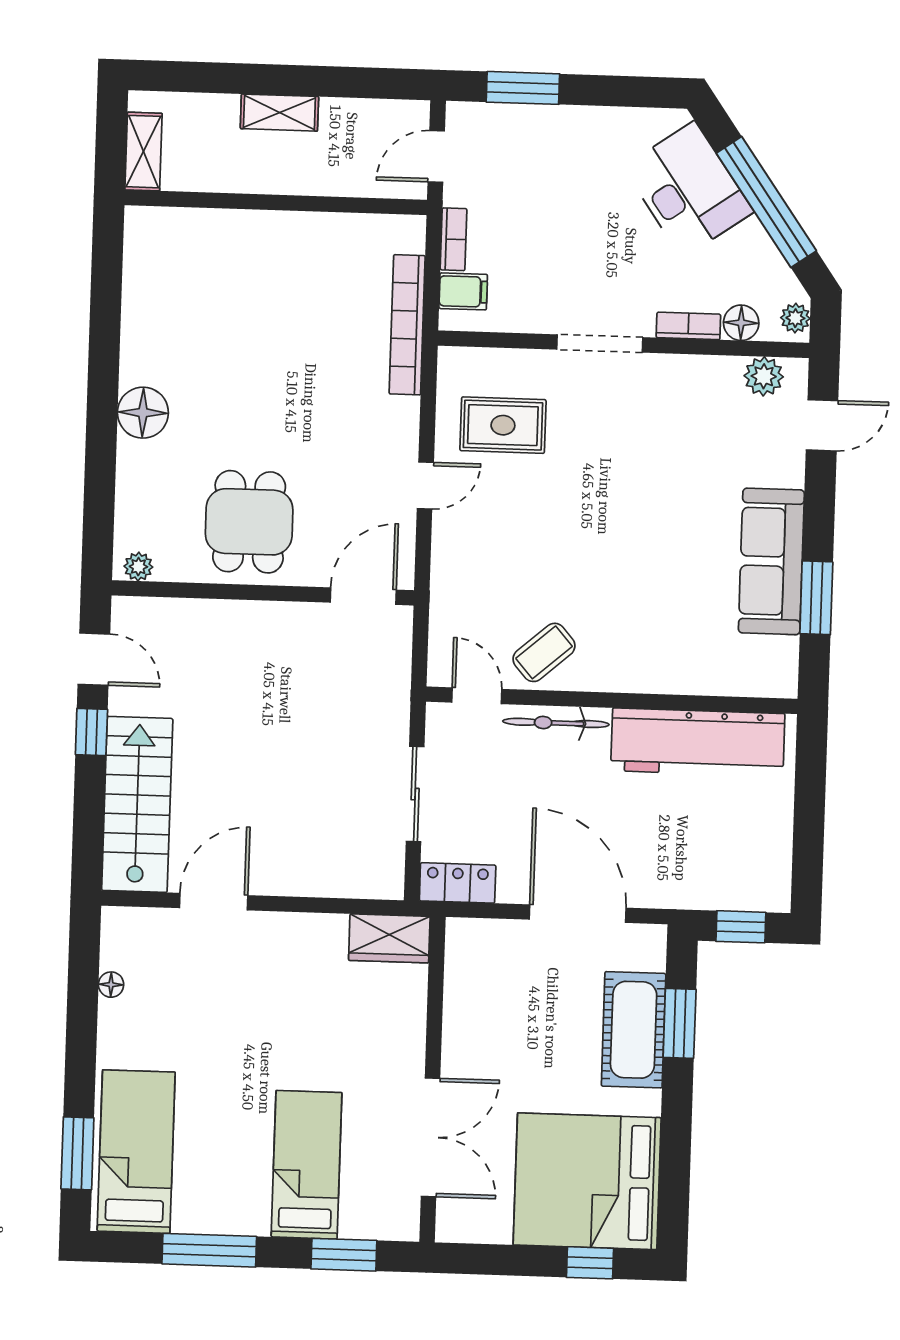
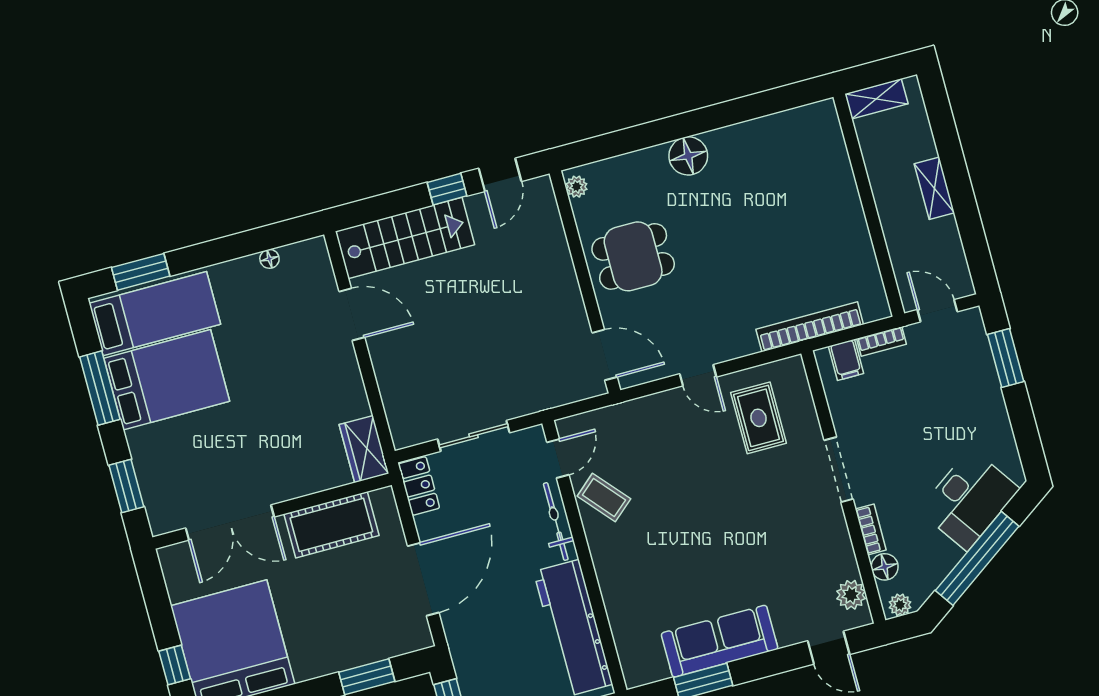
cot: (634, 1030) -> (331, 525), moved
bed: (307, 1165) -> (167, 380), moved, width x1.50

